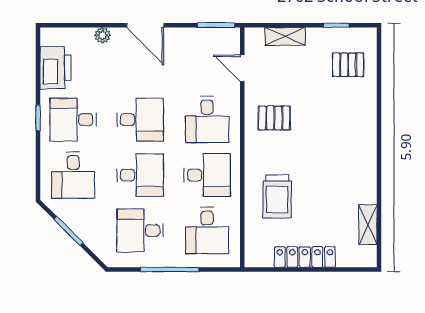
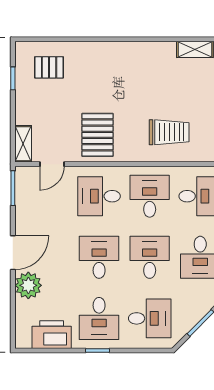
plant: (102, 35) -> (28, 285), width x1.88, depth x1.88
shelving: (285, 36) -> (23, 144), moved
pallet: (348, 65) -> (49, 67), turned 90
pallet: (274, 118) -> (97, 135), width x1.50, depth x1.42
desk: (207, 120) -> (99, 196), turned 180

